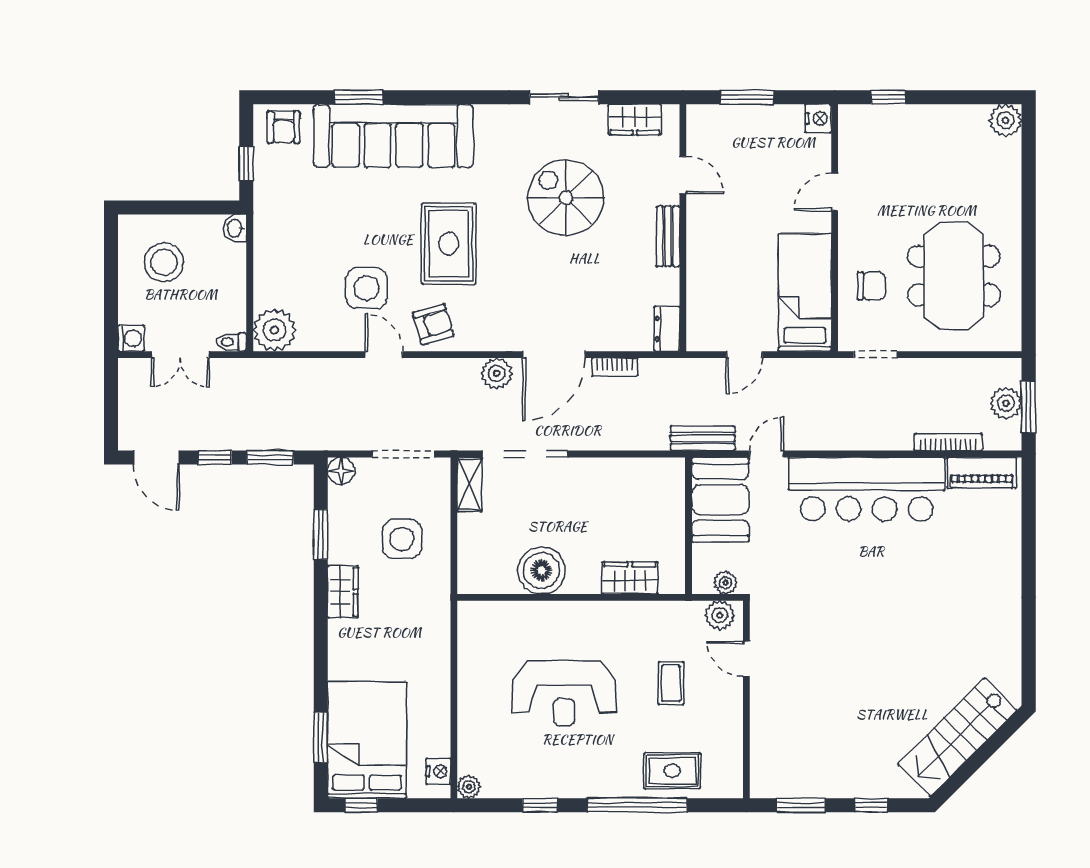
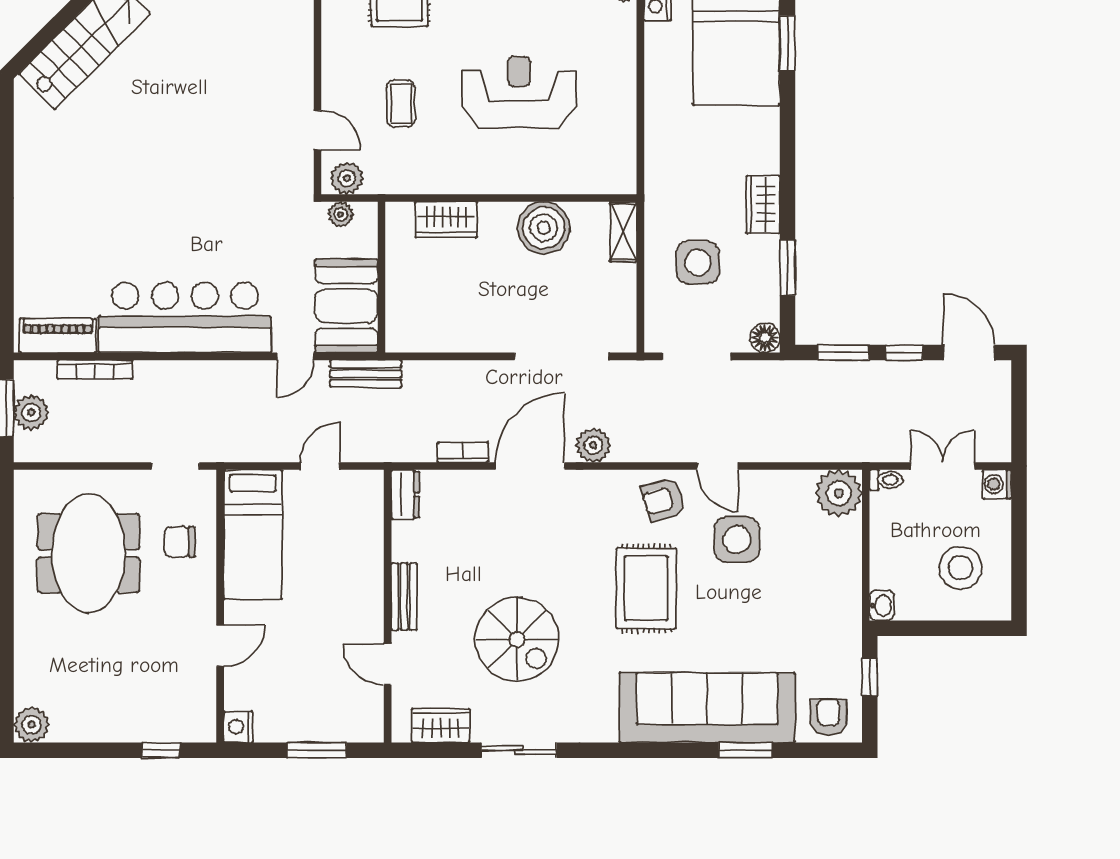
shelving: (469, 484) -> (623, 232), moved

